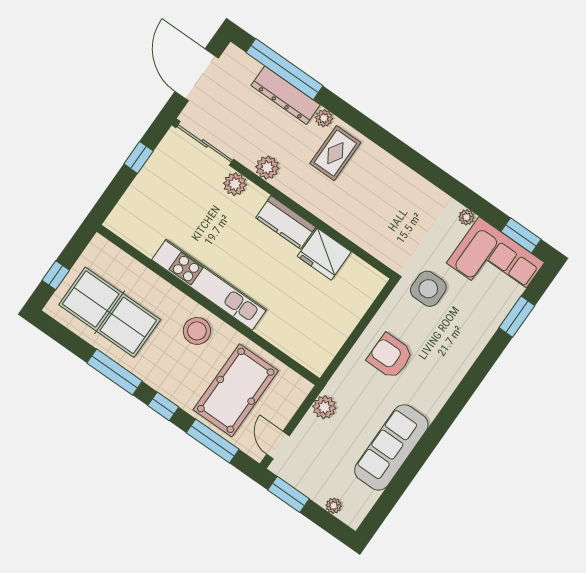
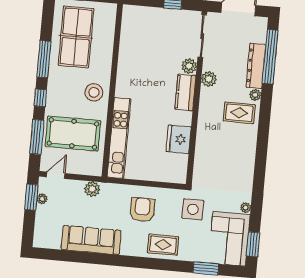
kitchen counter: (286, 222) -> (185, 92), moved
kitchen unit: (209, 285) -> (119, 138), moved
rug: (453, 355) -> (163, 245), added
plant: (334, 506) -> (42, 199), moved

